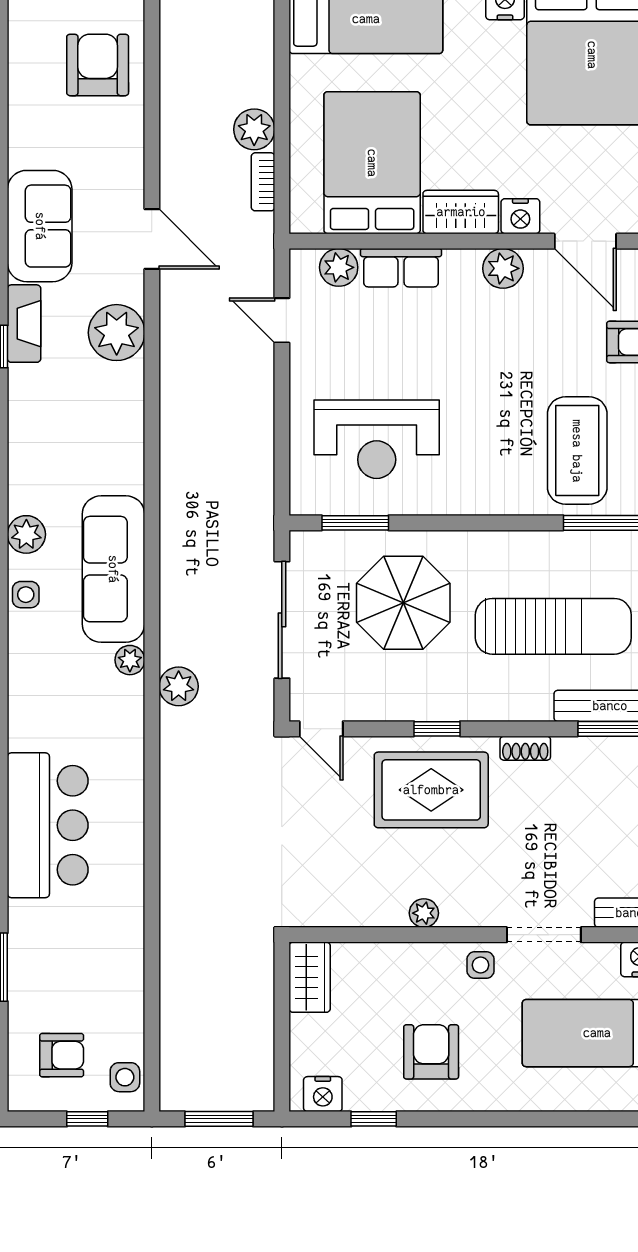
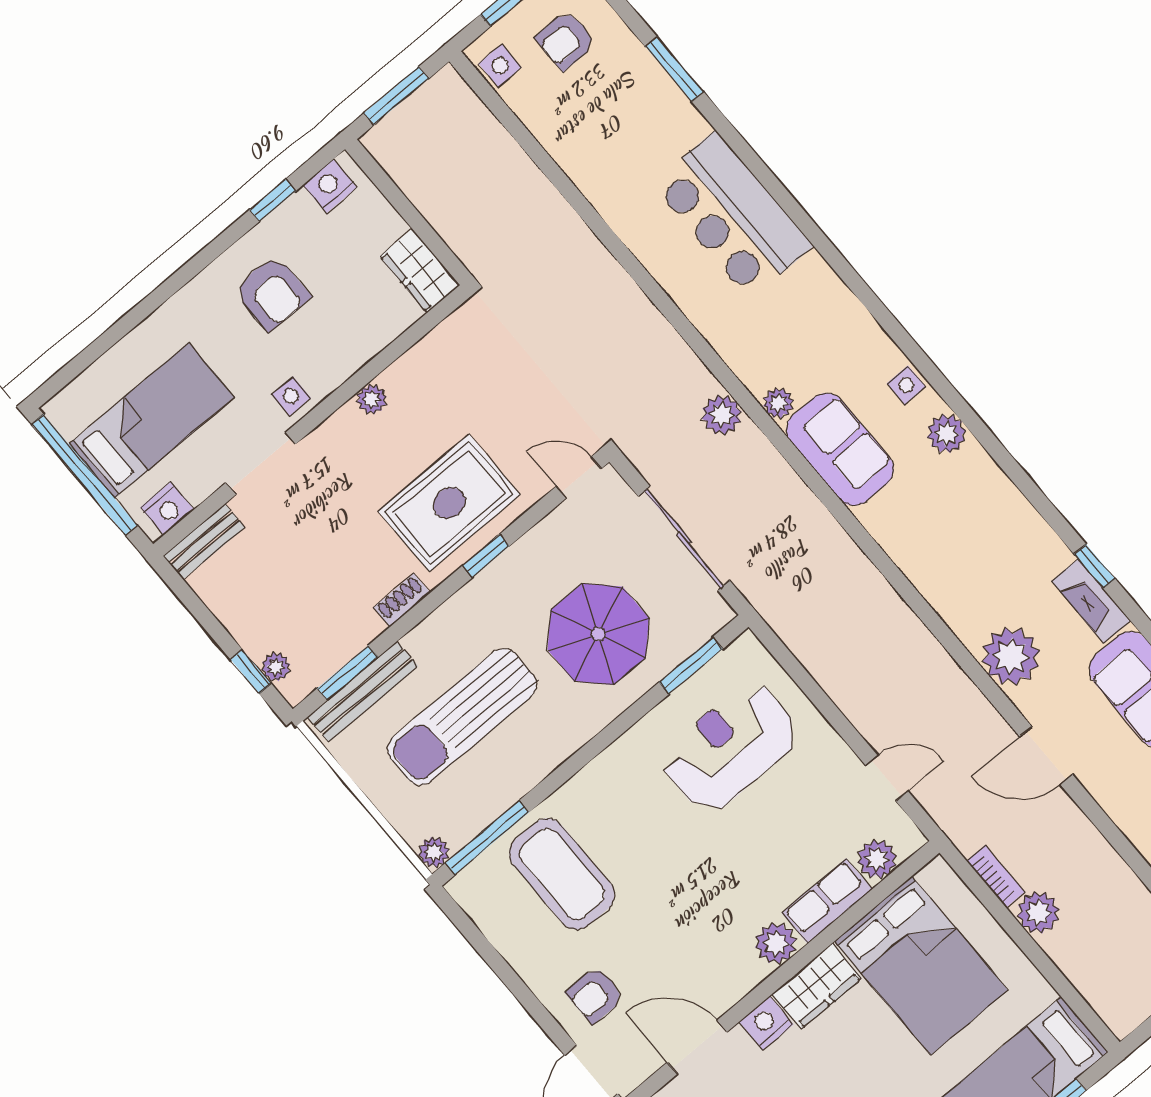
plant: (503, 268) -> (776, 943), moved
sofa: (113, 569) -> (840, 449), width x0.73

